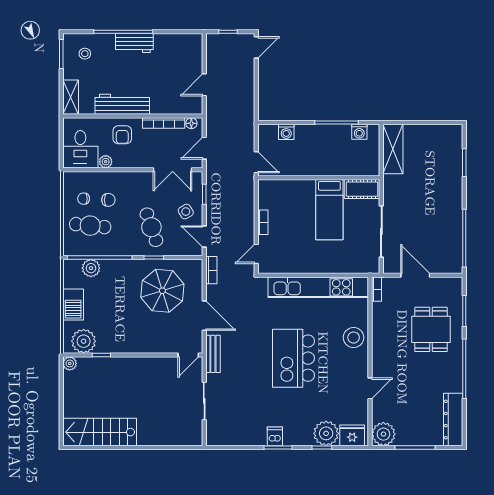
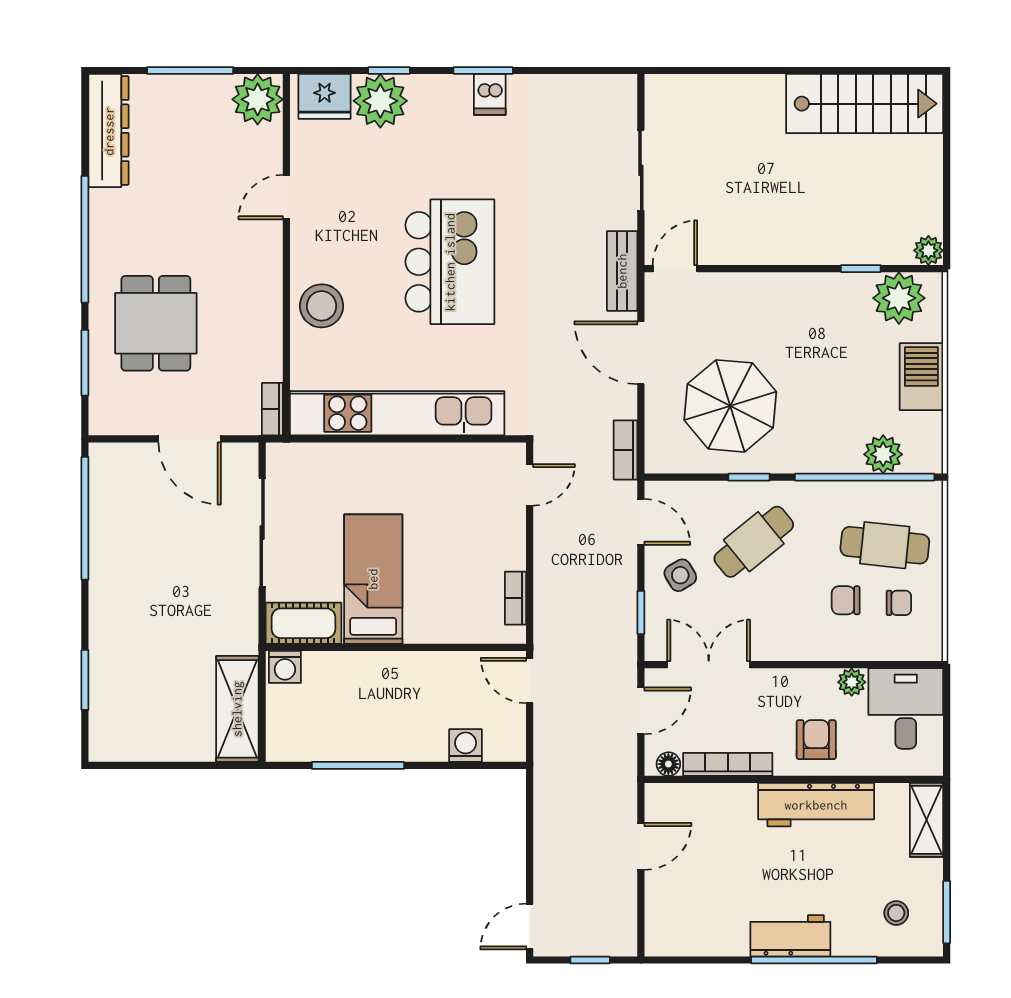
washing machine: (359, 132) -> (285, 667), moved, turned 180
bookcase: (263, 222) -> (516, 598), moved
cafe table: (151, 227) -> (754, 542), turned 70

